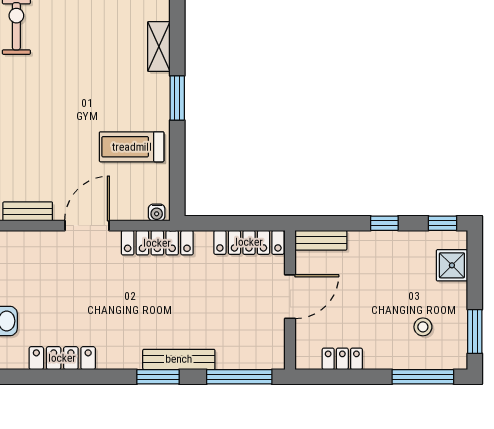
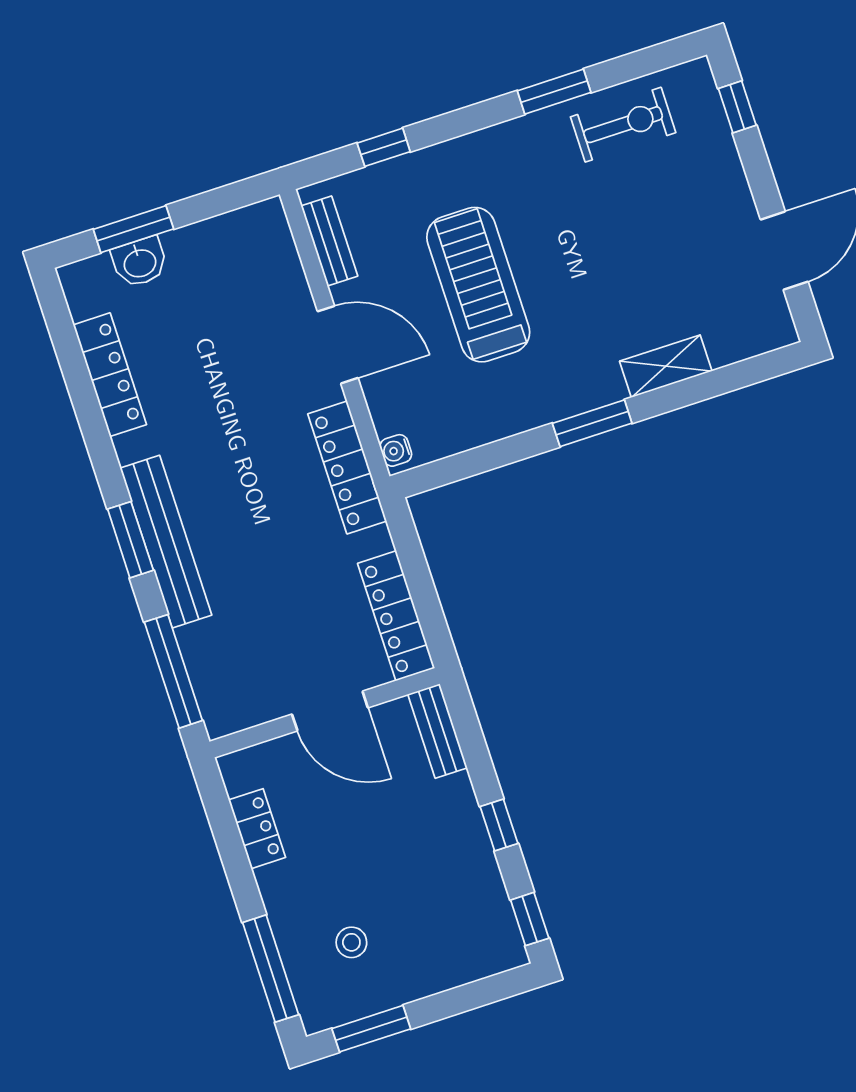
treadmill: (132, 147) -> (478, 285), moved, width x1.37, depth x1.38
shower: (452, 265) -> (466, 957), removed
bench: (179, 359) -> (166, 542), width x1.37, depth x1.21

